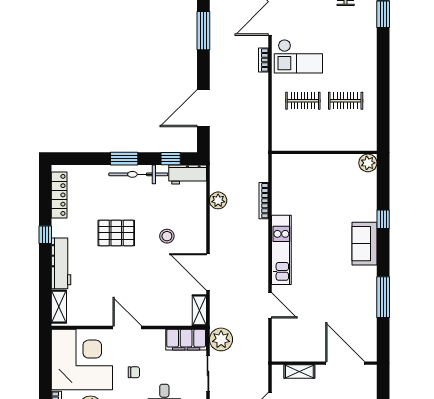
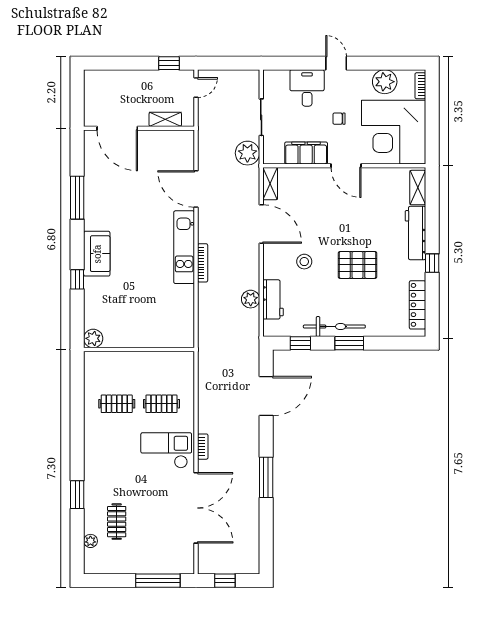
workbench: (188, 174) -> (273, 299), moved, turned 90
bookcase: (264, 201) -> (203, 263), moved
door: (270, 305) -> (196, 189), width x1.36
filing cabinet: (186, 340) -> (306, 153), moved

